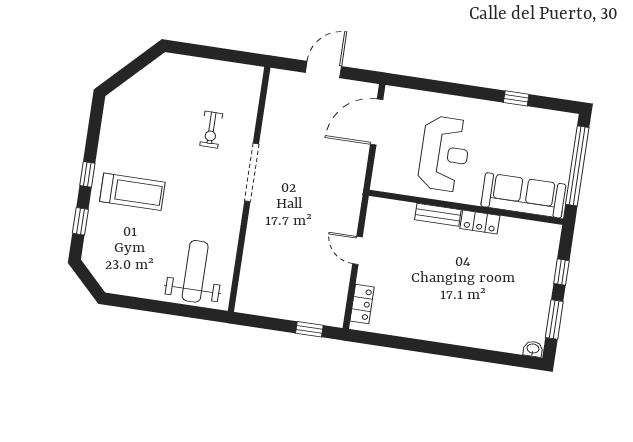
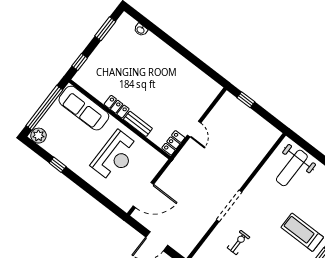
plant: (564, 124) -> (38, 136), added
reception desk: (444, 154) -> (115, 156), turned 180
window: (561, 272) -> (80, 62), moved
locker: (362, 304) -> (173, 143), moved
washbasin: (533, 349) -> (141, 30), moved

